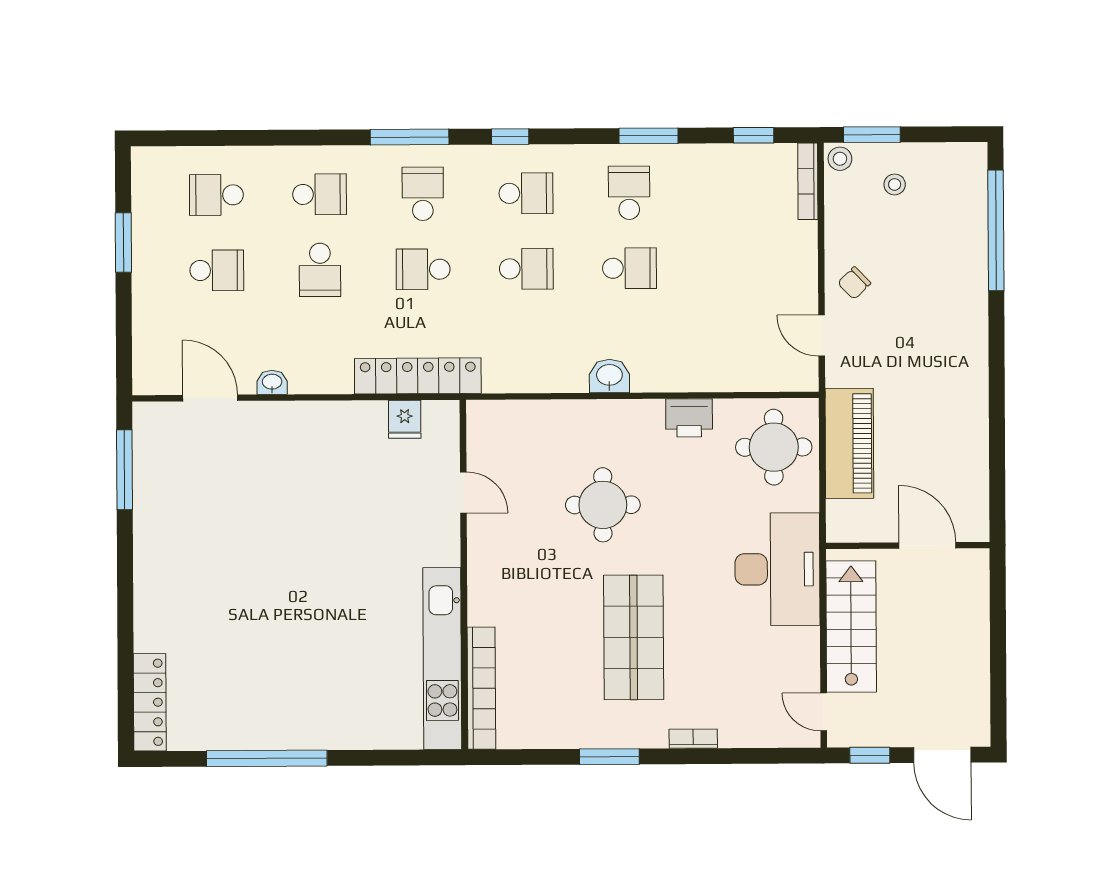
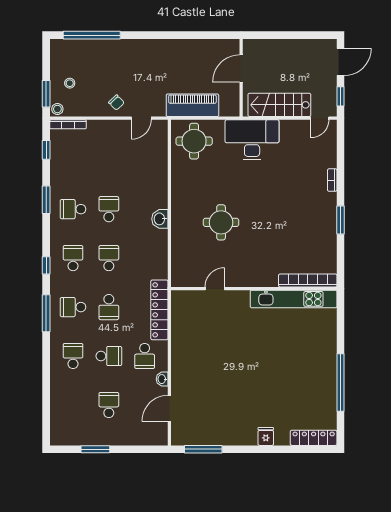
school desk: (216, 195) -> (145, 356), moved
printer: (689, 418) -> (180, 181), removed
fridge: (405, 419) -> (266, 436), moved, turned -90
shop shelf: (634, 637) -> (284, 208), removed

